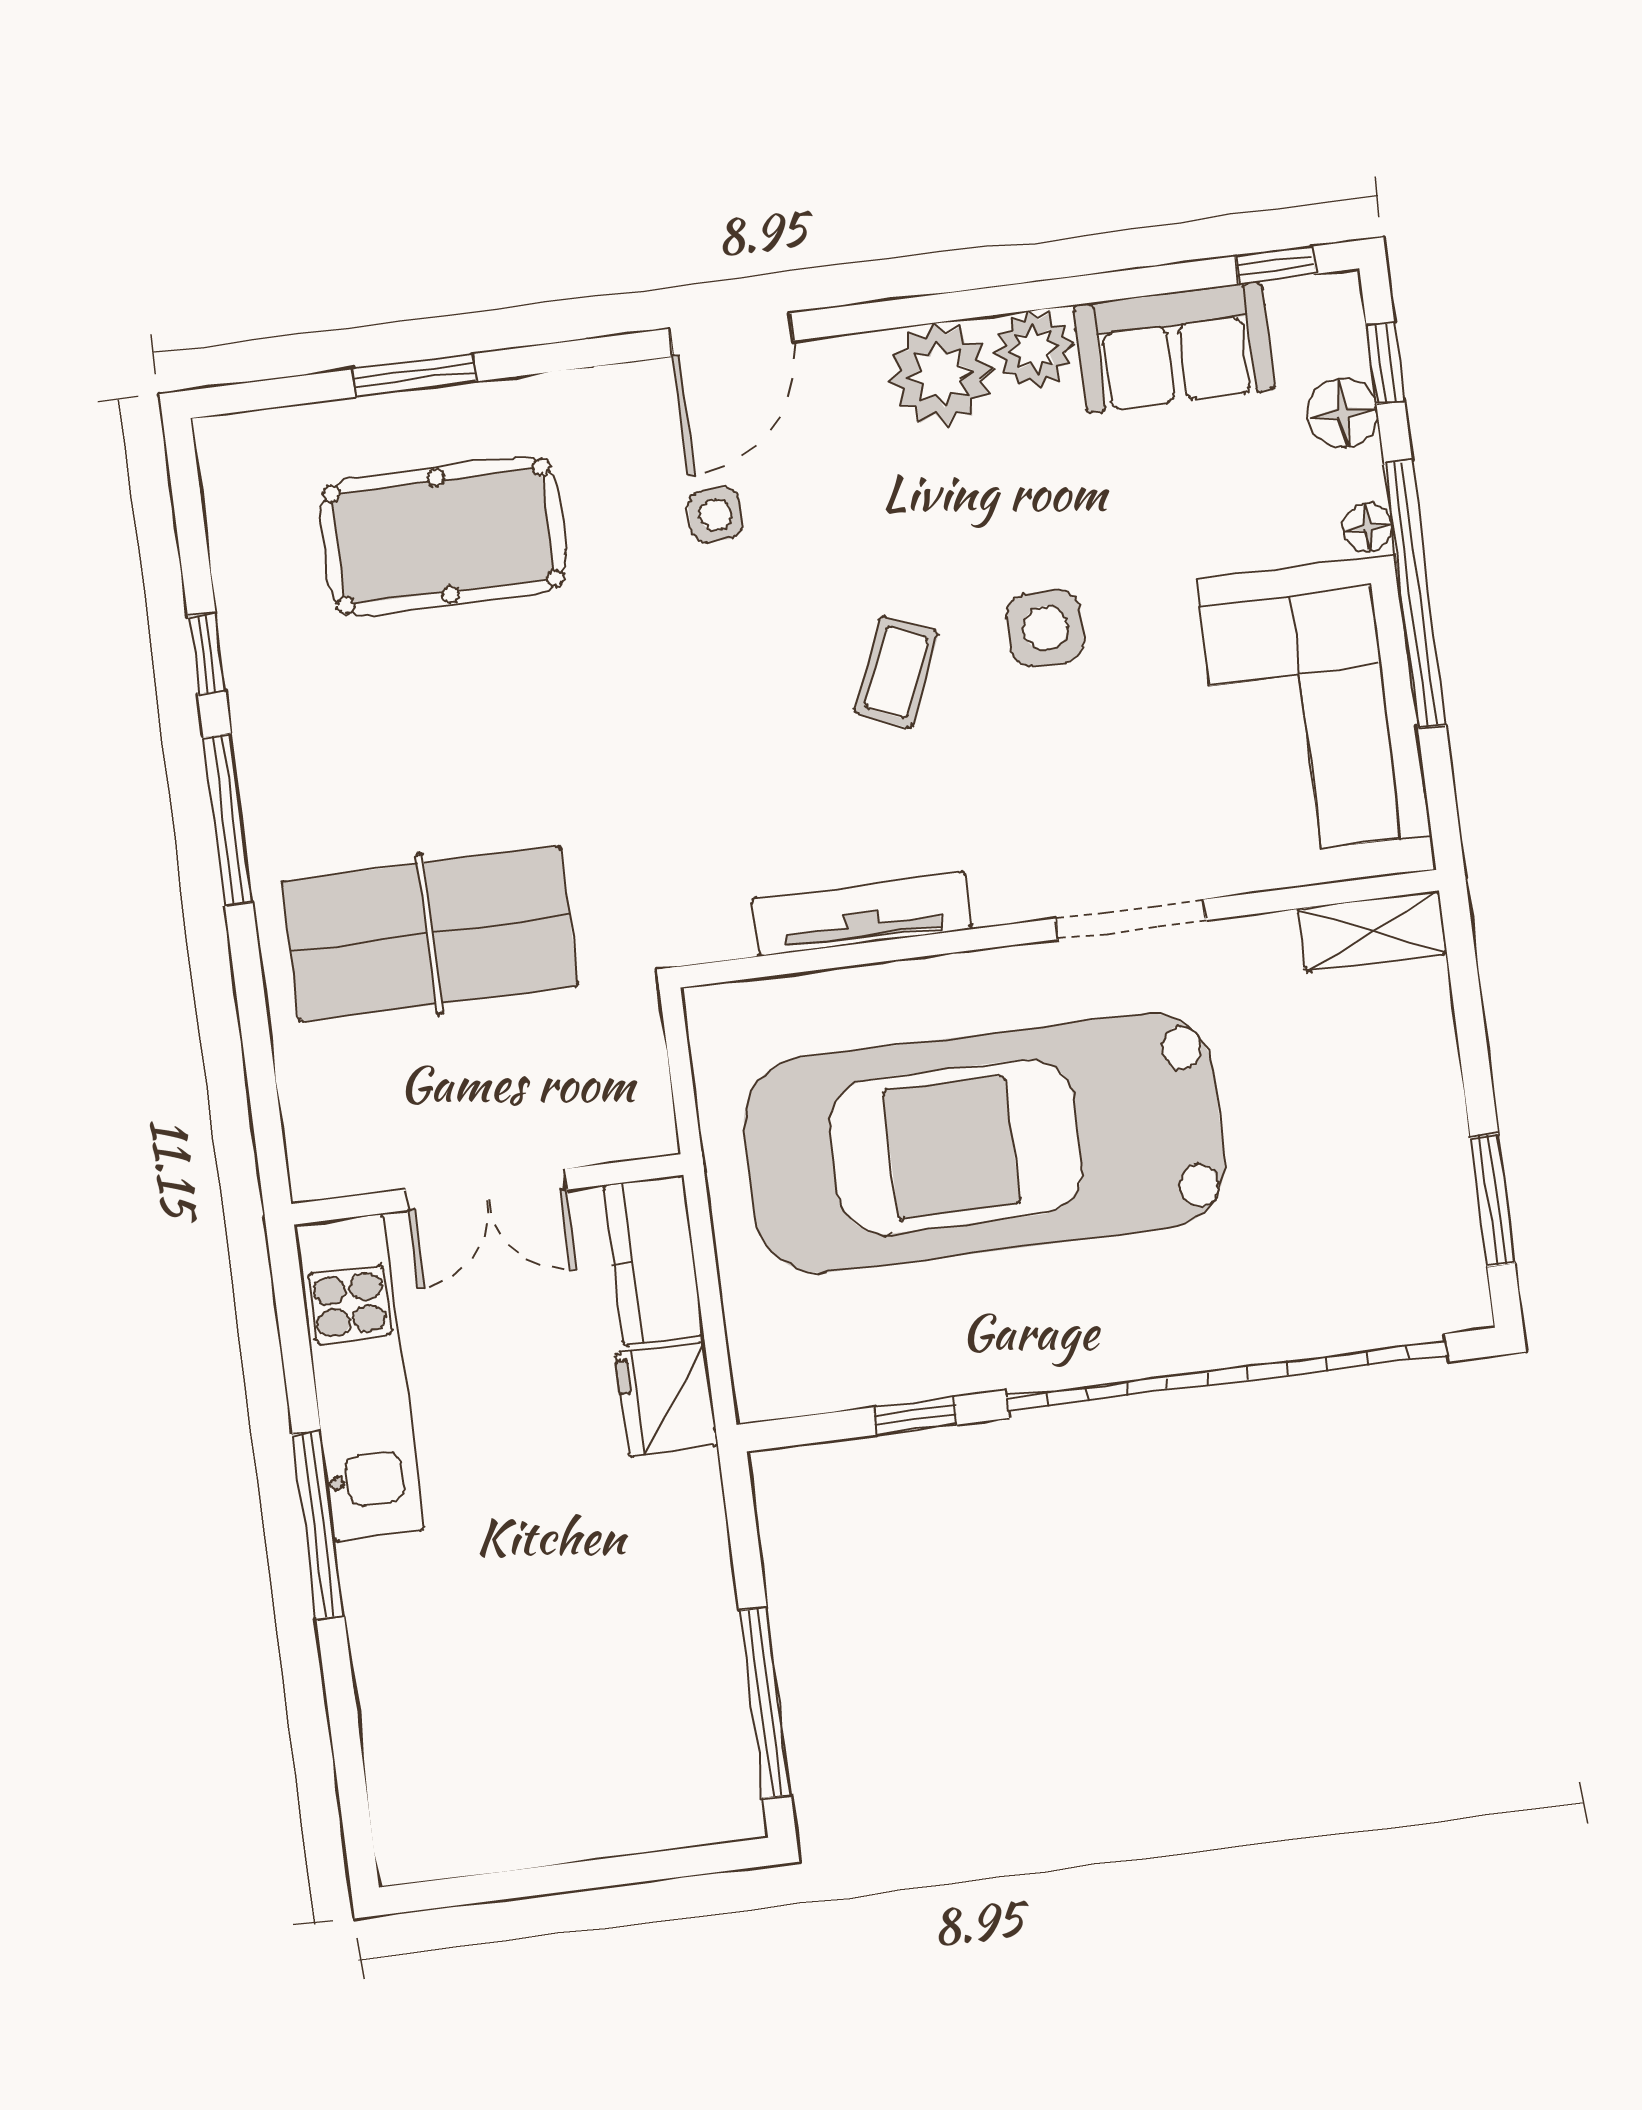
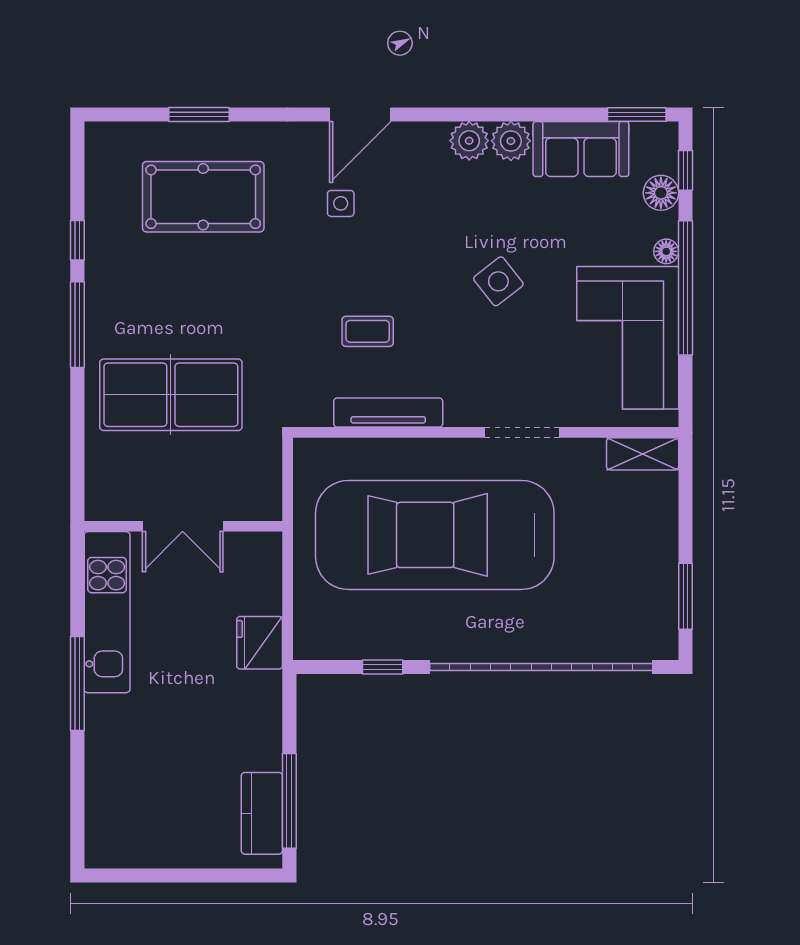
window: (1276, 265) -> (637, 114), width x1.50
plant: (940, 375) -> (469, 141), width x0.73, depth x0.73
side table: (1045, 628) -> (498, 281), turned -38
coffee table: (896, 672) -> (368, 331), moved, turned 67
kitchen counter: (653, 1260) -> (262, 813), moved

